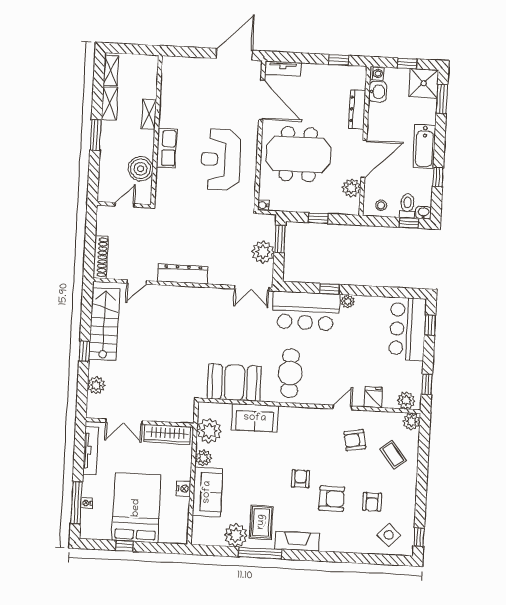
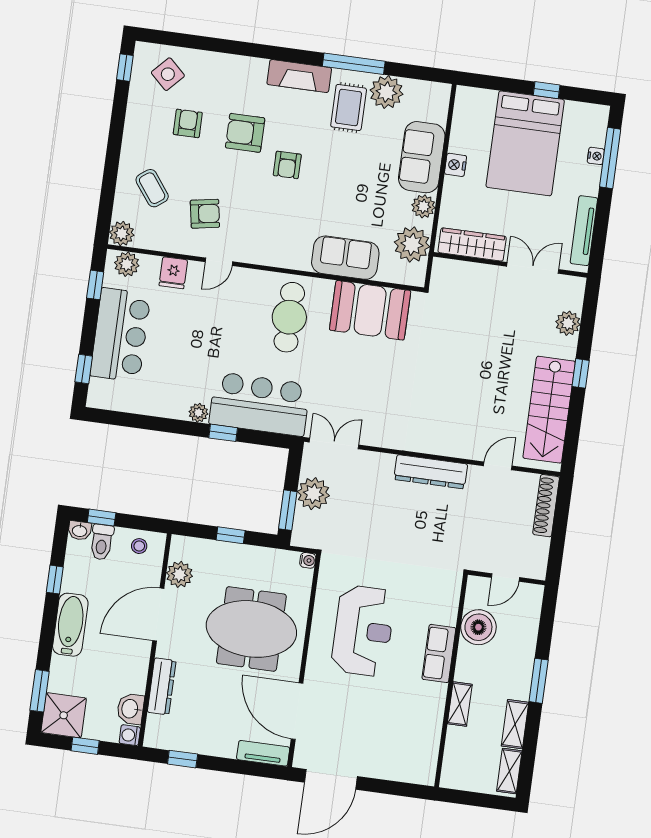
bar counter: (408, 329) -> (120, 335), moved

